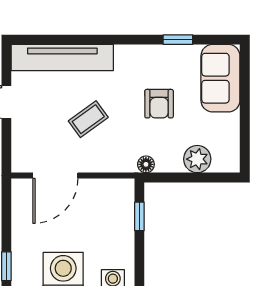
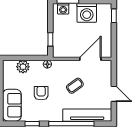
window: (95, 40) -> (71, 124), added

